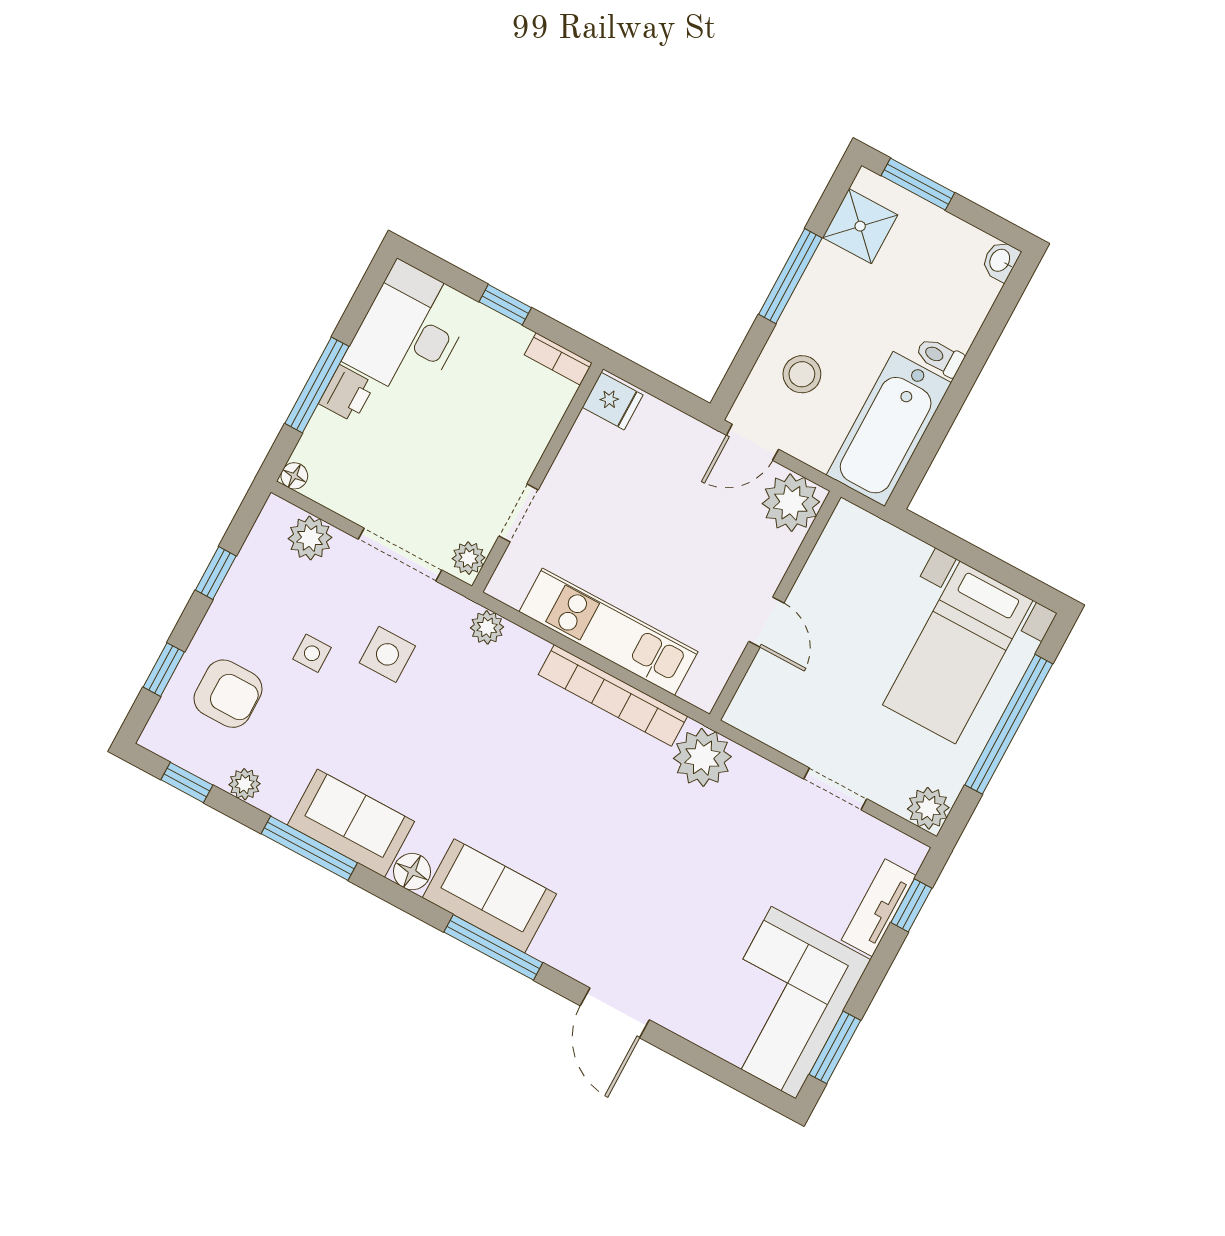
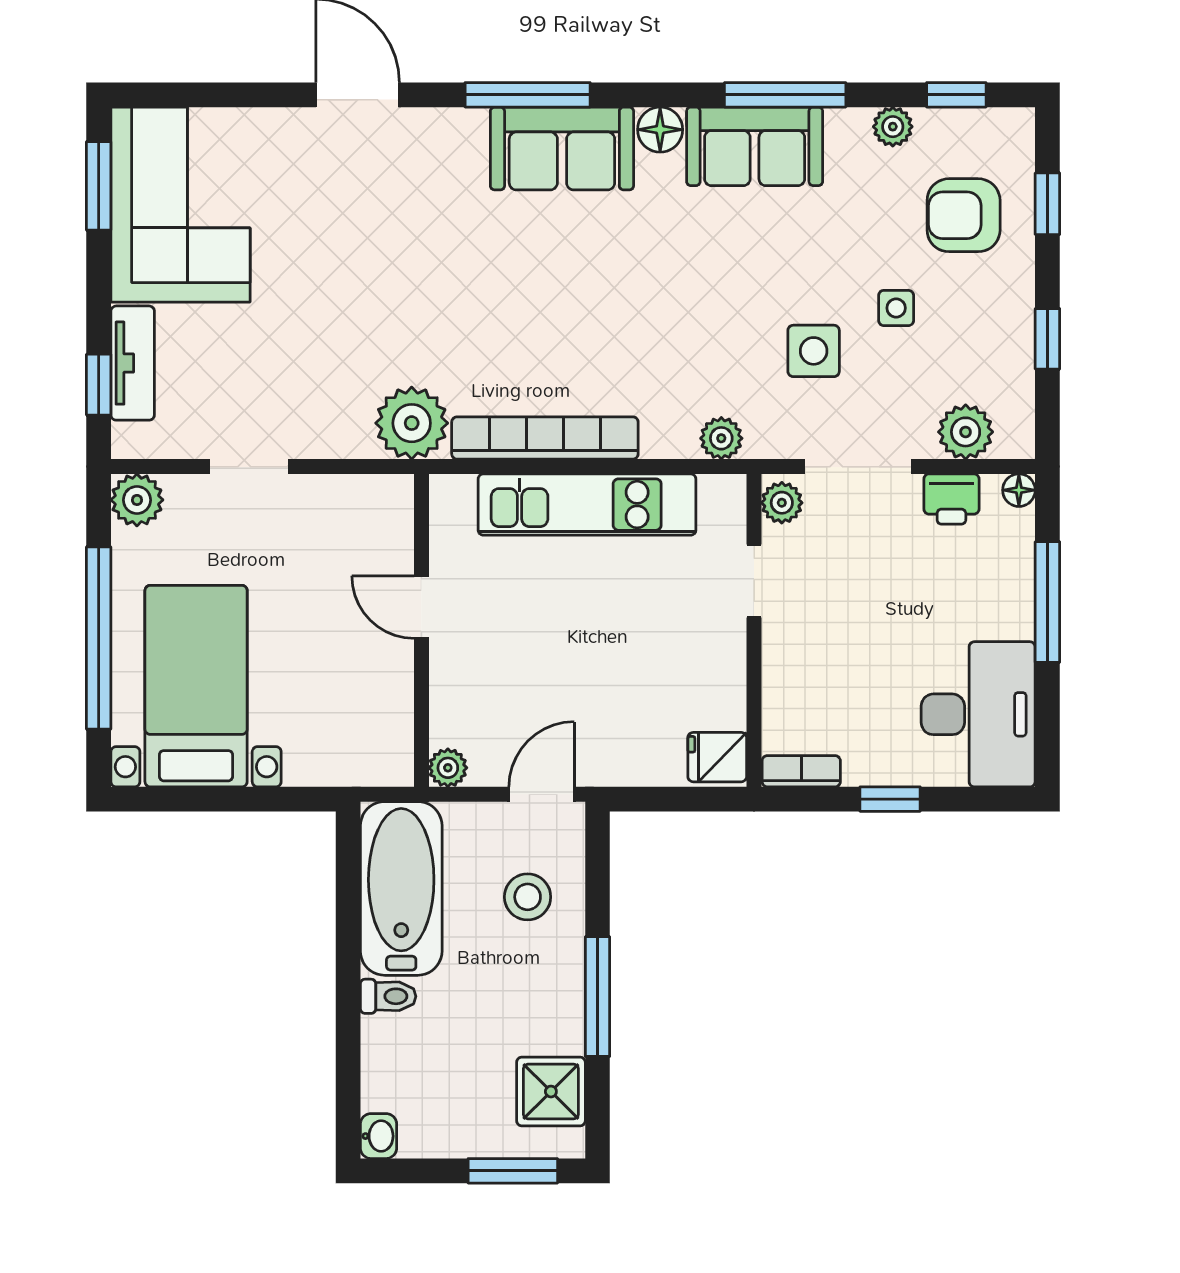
printer: (347, 394) -> (951, 499), moved, turned -90
plant: (791, 503) -> (448, 768), width x0.53, depth x0.53

